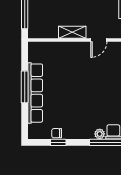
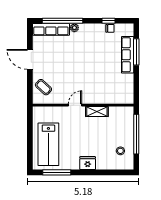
window: (25, 87) -> (136, 52), moved
row of seats: (35, 93) -> (128, 55), width x0.73

